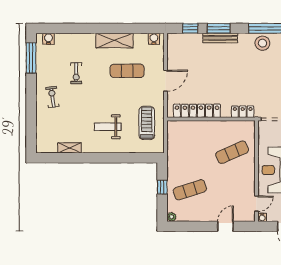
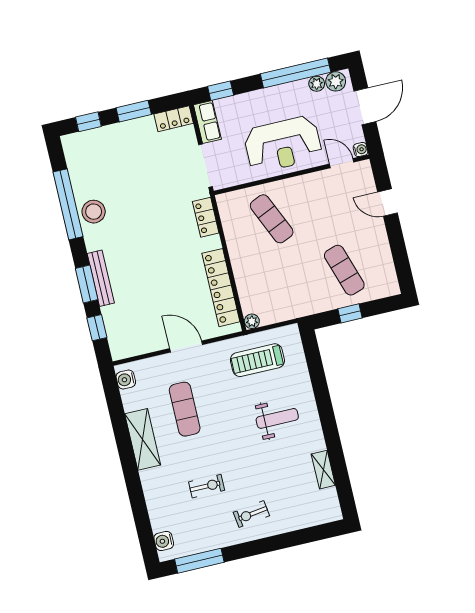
weight bench: (108, 127) -> (277, 418), turned -90
plant: (172, 217) -> (252, 321), moved

